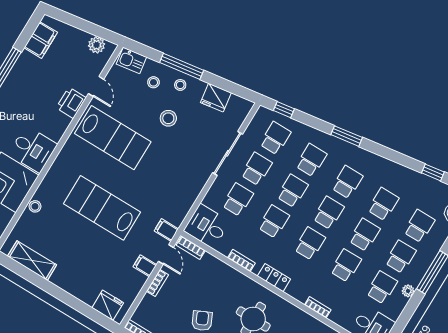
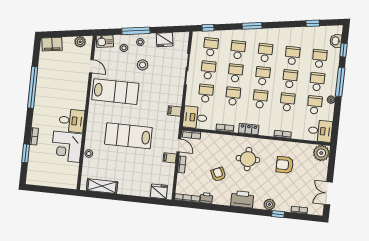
filing cabinet: (41, 40) -> (52, 44), moved, turned 81
printer: (71, 103) -> (81, 83), removed
filing cabinet: (166, 230) -> (174, 111), moved

